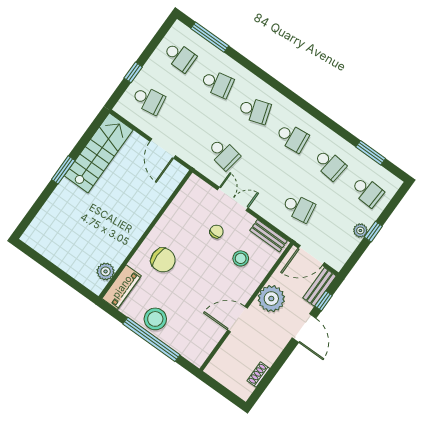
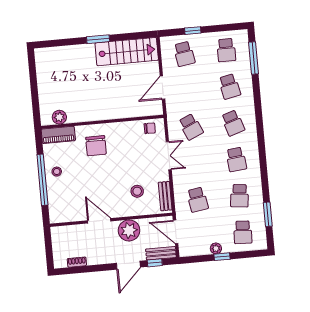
school desk: (224, 154) -> (191, 127), turned -33
chair: (216, 232) -> (150, 128), moved
stool: (155, 319) -> (57, 172), width x0.53, depth x0.53

